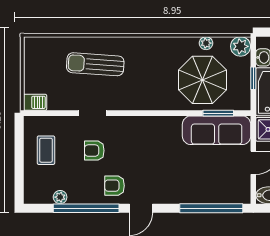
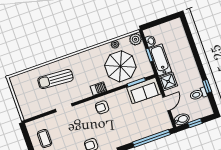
barbecue: (35, 102) -> (98, 89), moved
sofa: (217, 130) -> (144, 91), width x0.73
armchair: (94, 151) -> (102, 107), moved

